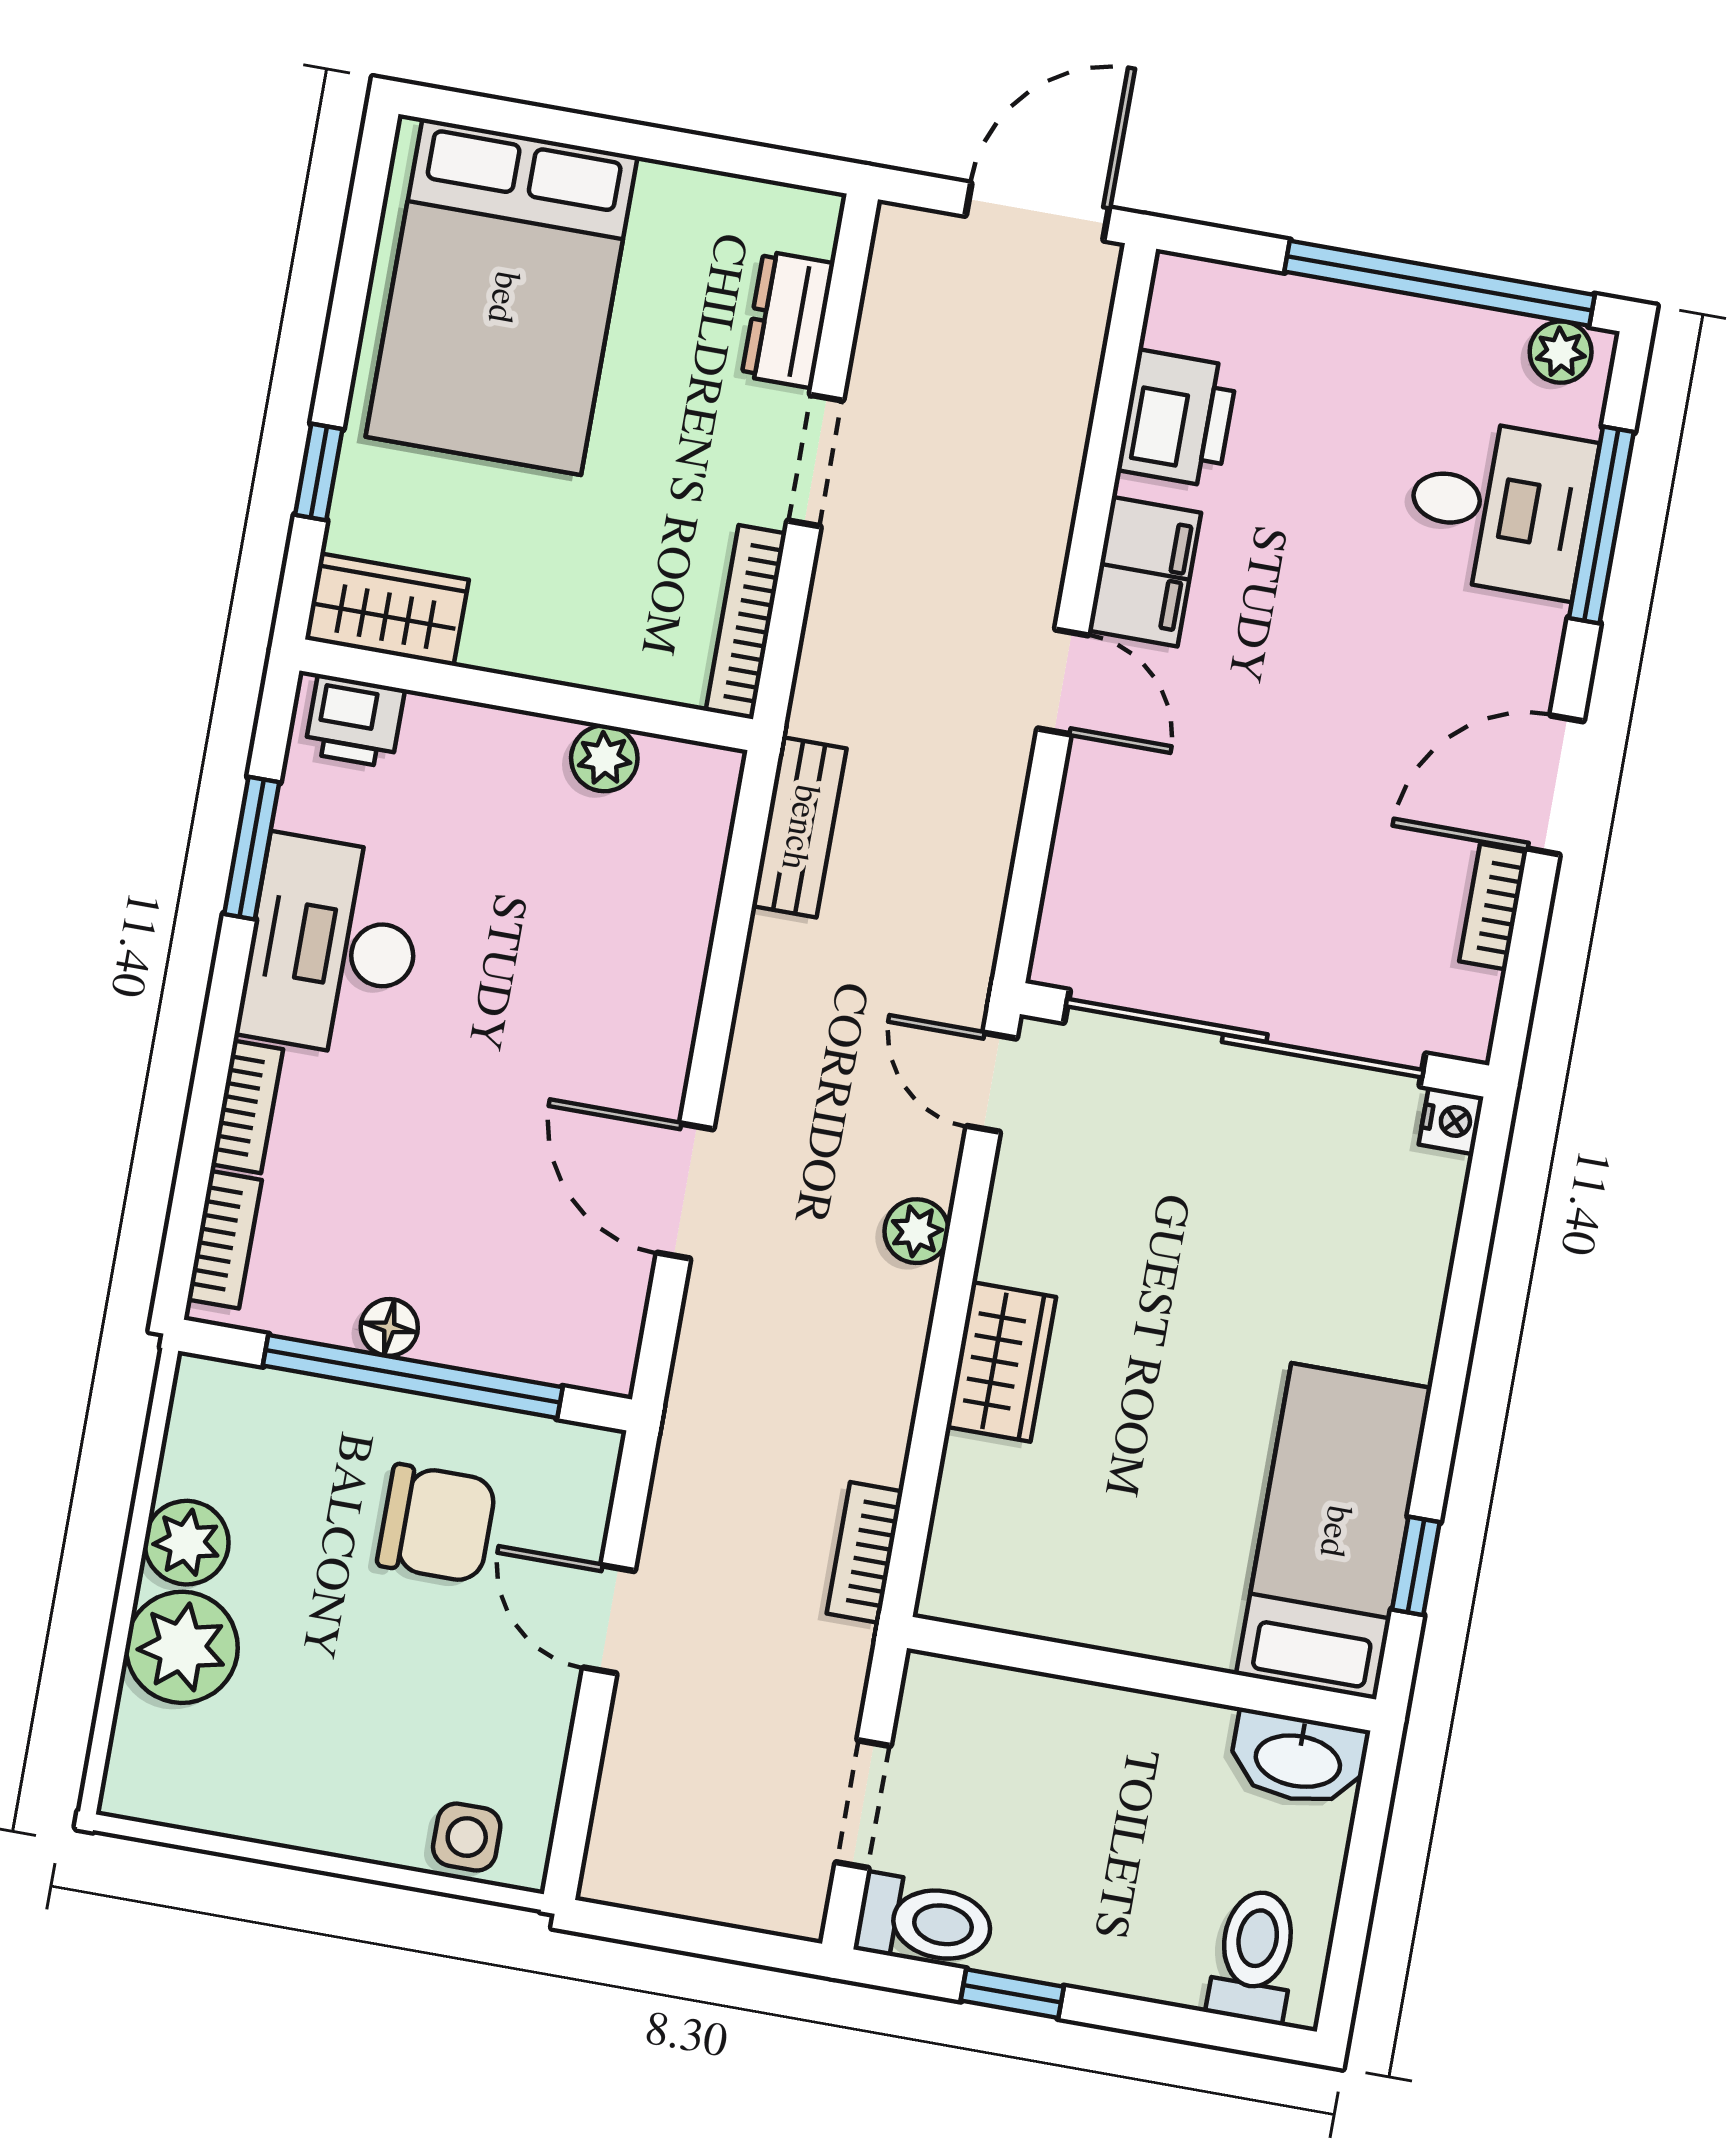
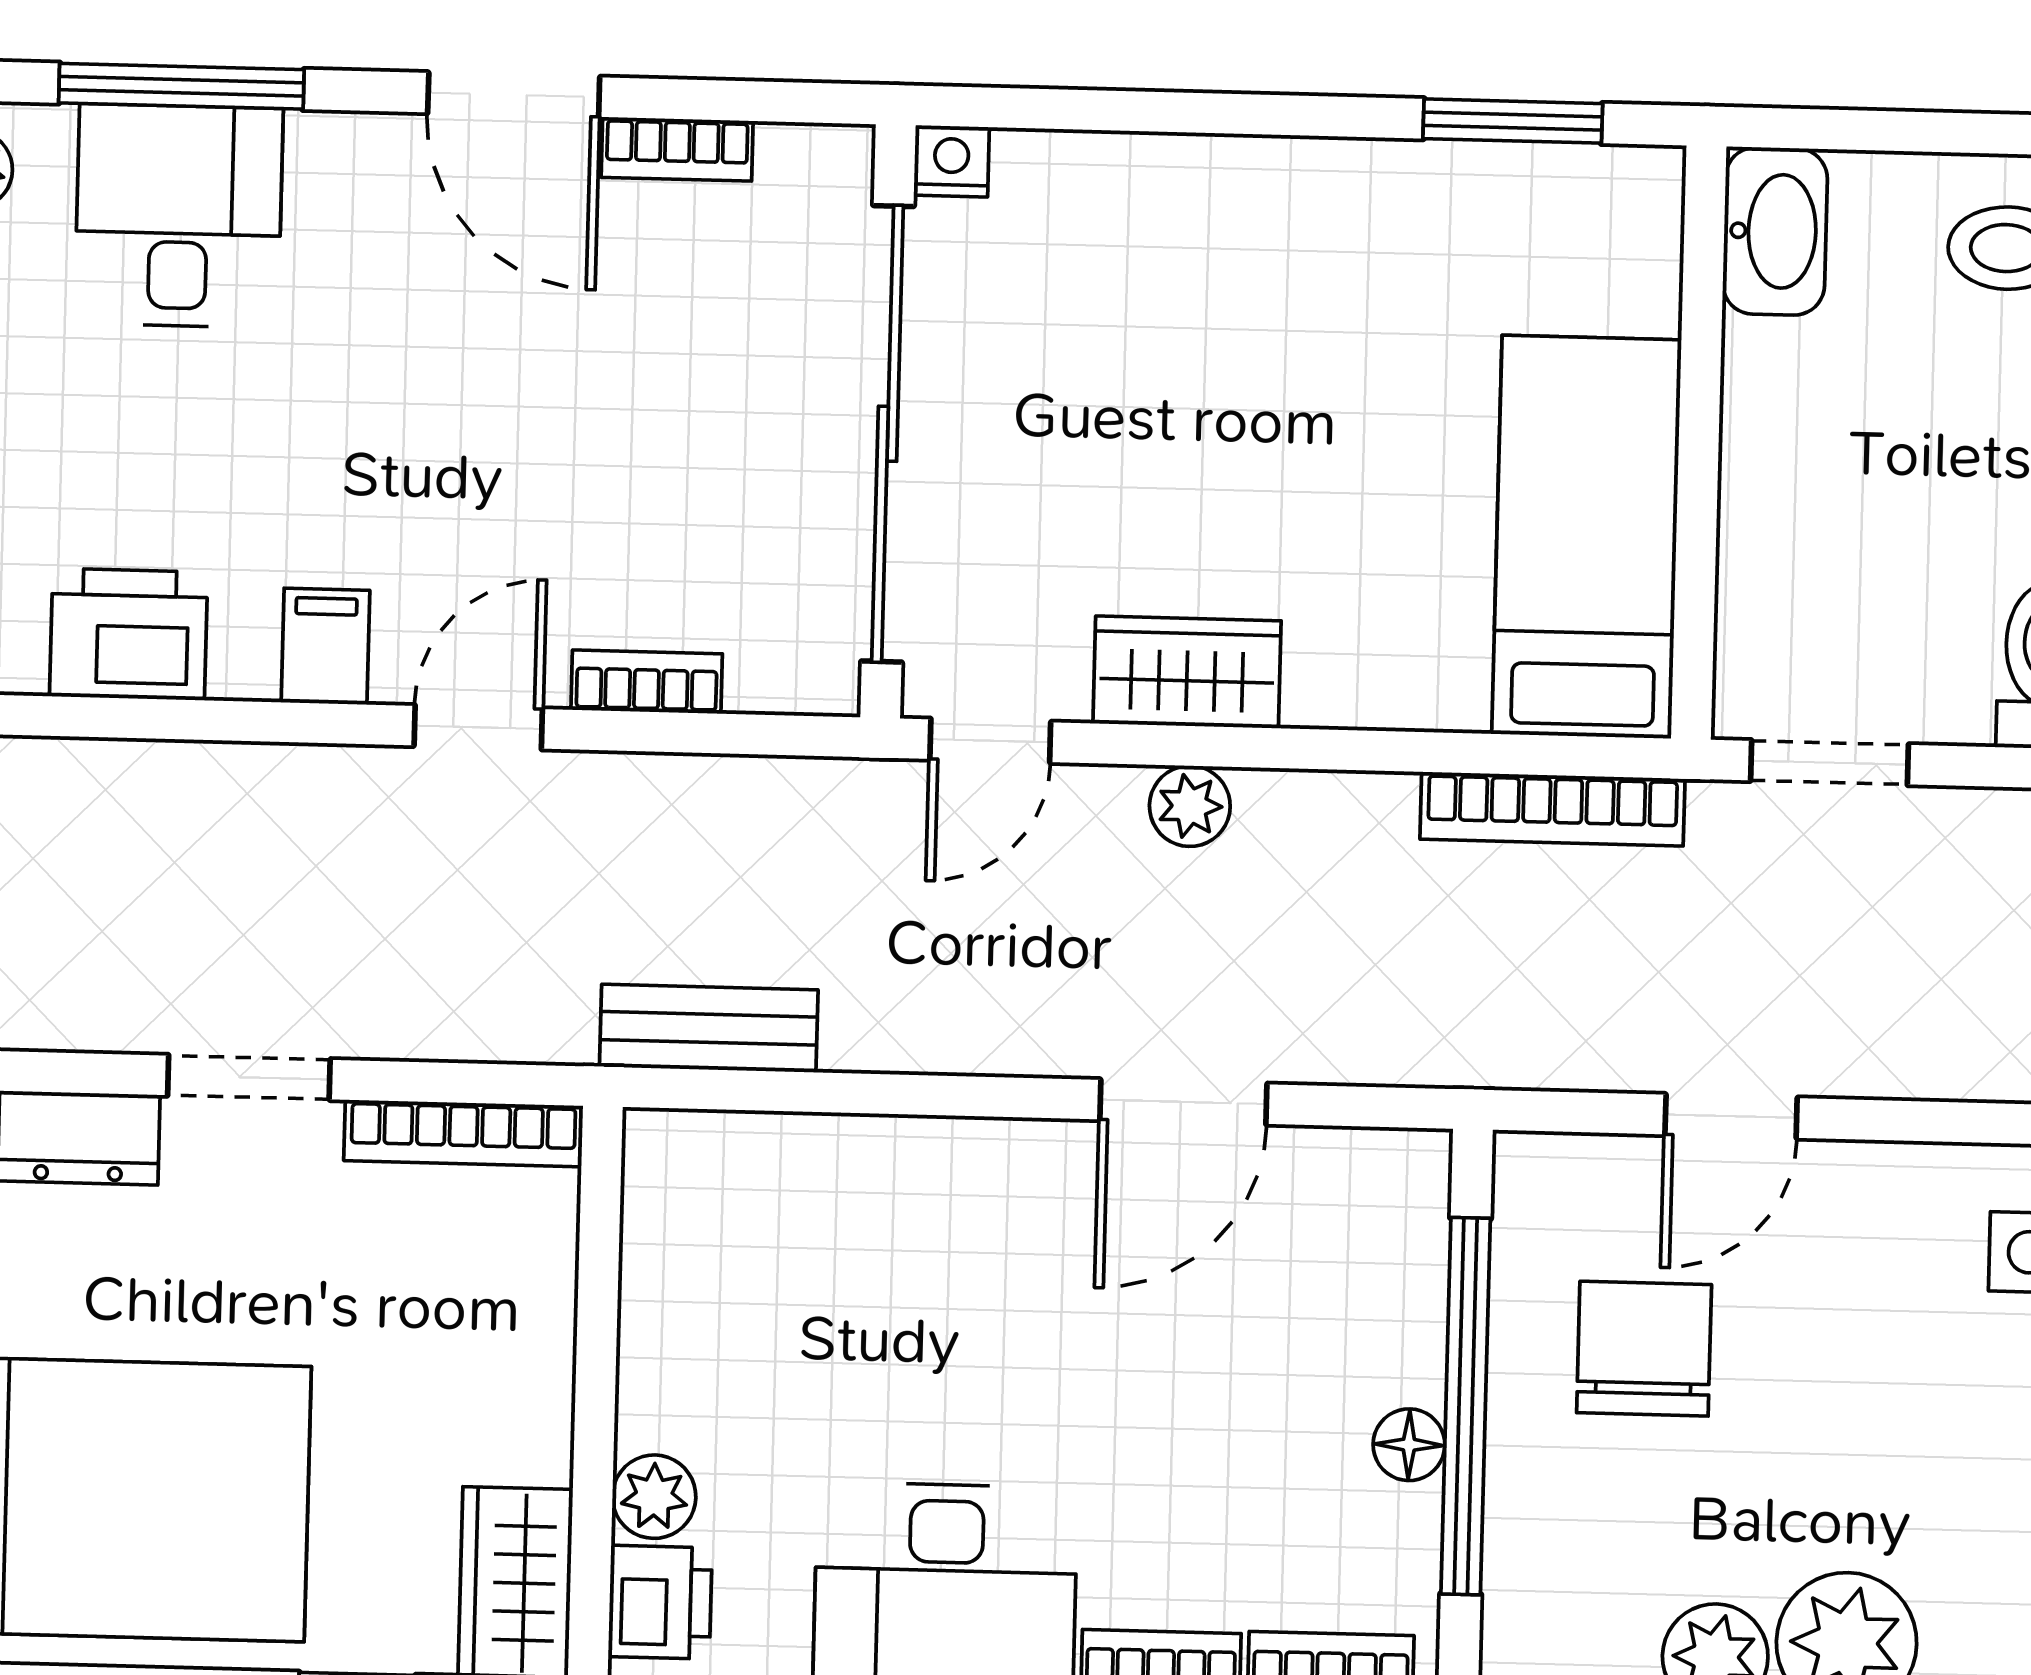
filing cabinet: (1145, 572) -> (325, 646), width x0.50
plant: (604, 758) -> (654, 1497), moved
bookcase: (1079, 820) -> (647, 682), added
wardrobe: (1001, 1362) -> (1187, 672), moved
bed: (1334, 1531) -> (1587, 537), moved, turned 90
bookcase: (865, 1553) -> (1552, 809), width x1.56
window: (1416, 1566) -> (1513, 121), width x1.50
doorway: (863, 1804) -> (1830, 763), moved

